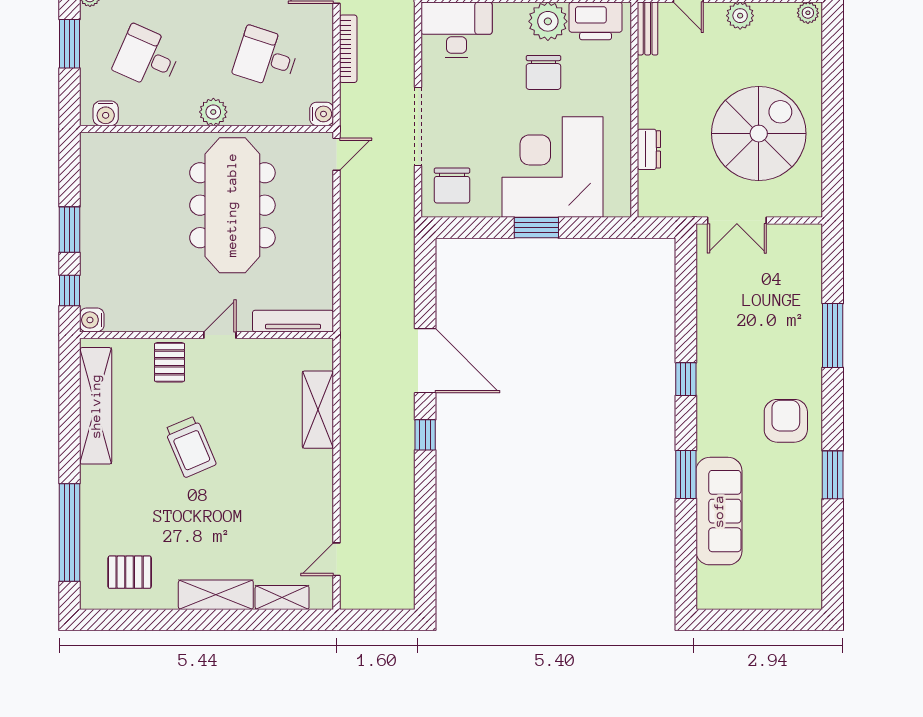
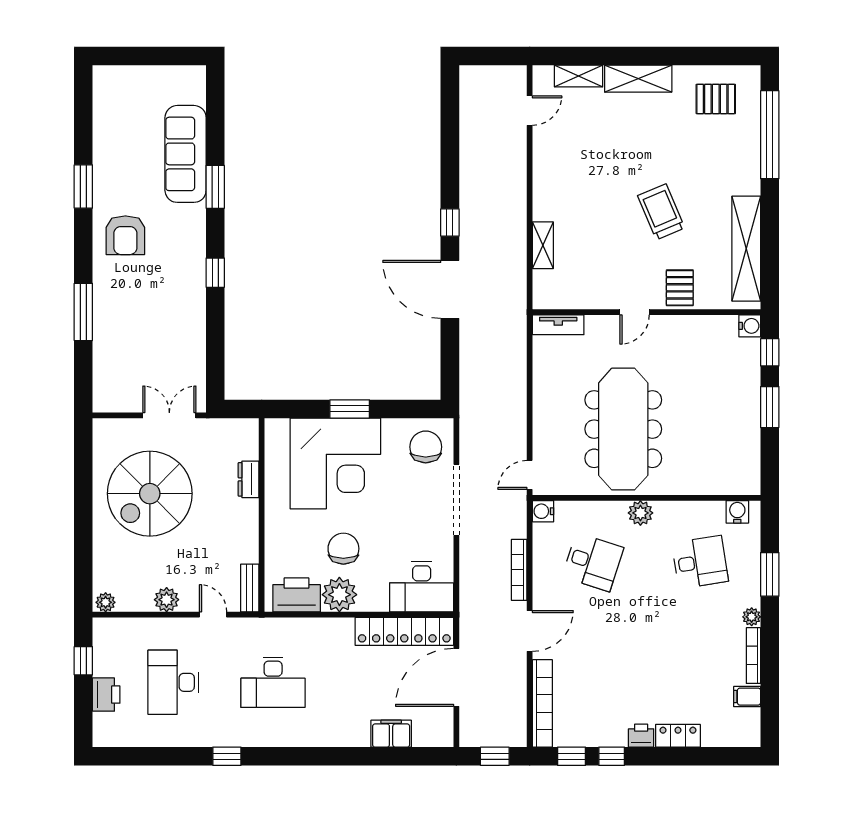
desk: (147, 57) -> (700, 562), turned -33
tv unit: (293, 321) -> (558, 325), width x0.71
shelving: (318, 410) -> (543, 245), width x0.67, depth x0.75

